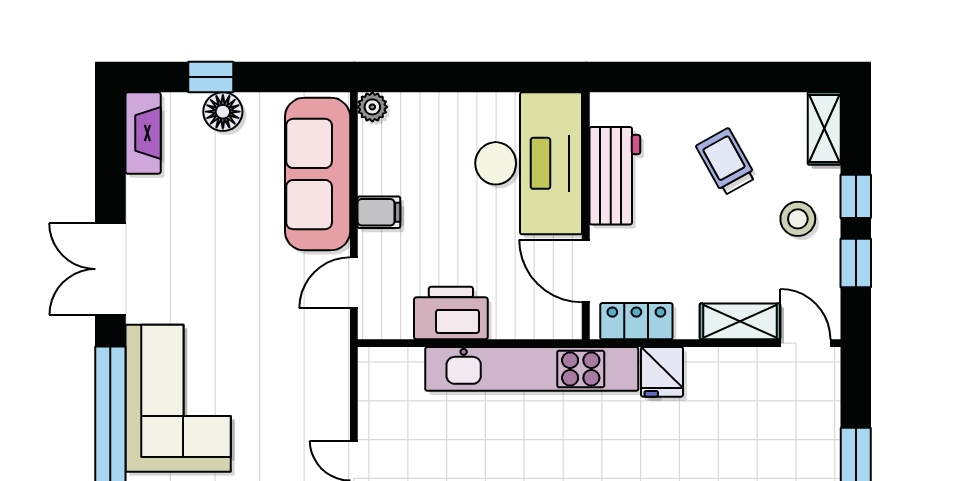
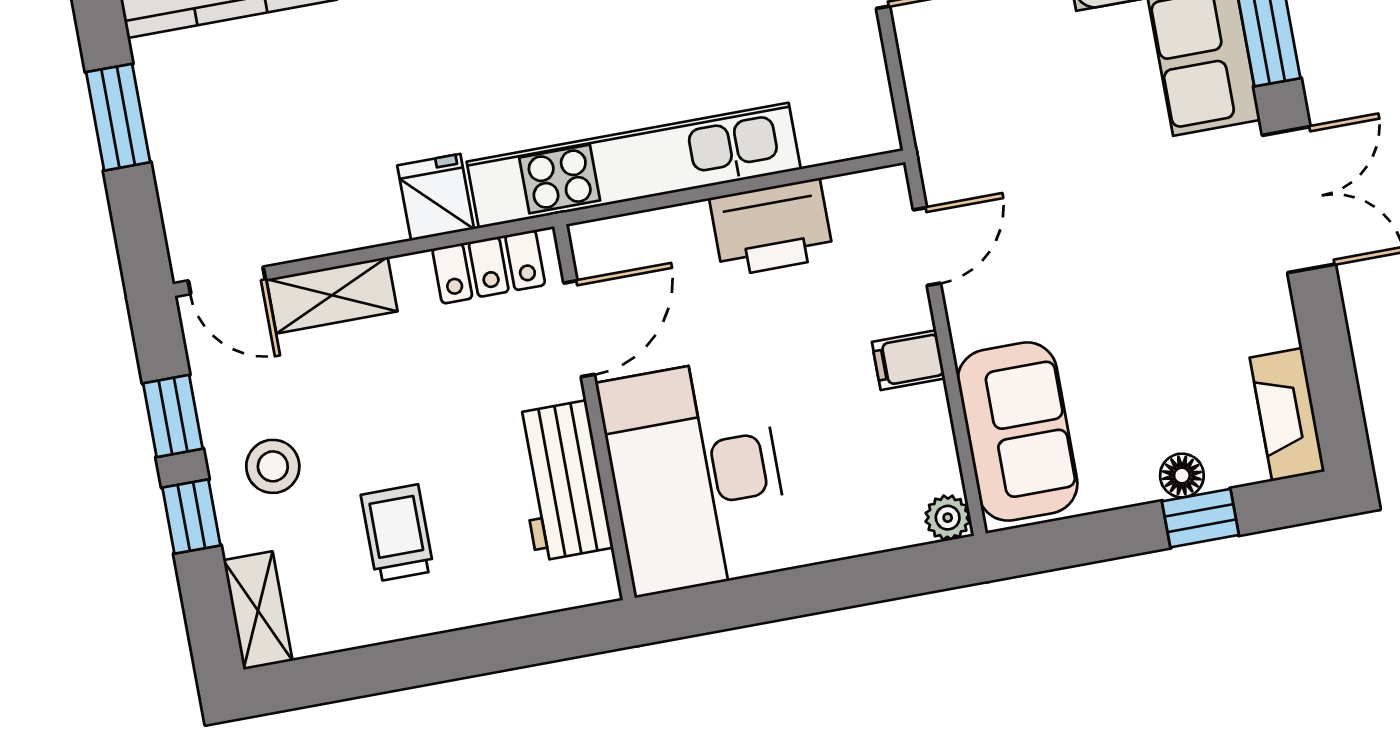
floor lamp: (223, 112) -> (1182, 475), width x0.73, depth x0.73
trolley: (726, 162) -> (397, 533), turned -151
sofa: (318, 174) -> (1018, 432), width x0.73
door: (586, 271) -> (579, 329), hinge flipped

